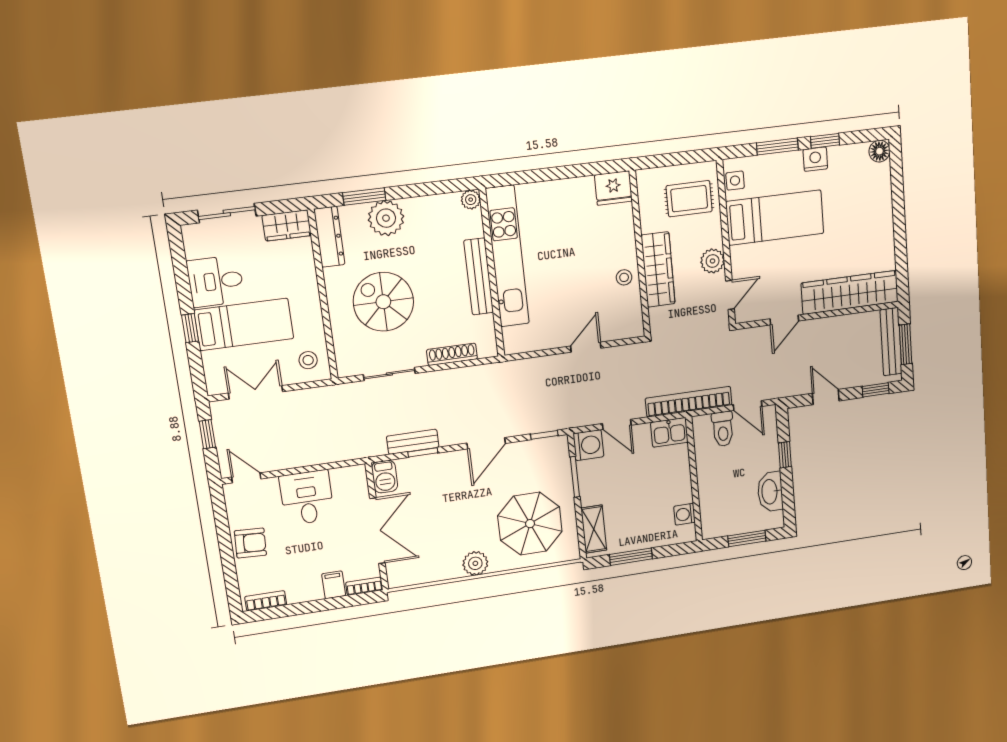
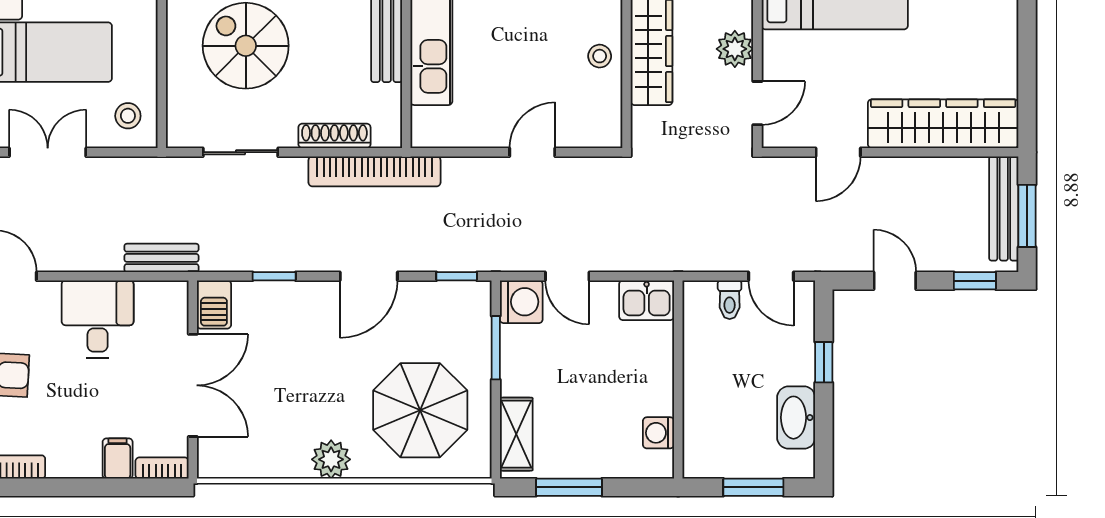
bookcase: (689, 402) -> (374, 171), moved, turned 180
toilet: (723, 429) -> (730, 300), width x0.73, depth x0.72
bench: (413, 442) -> (161, 258), moved

